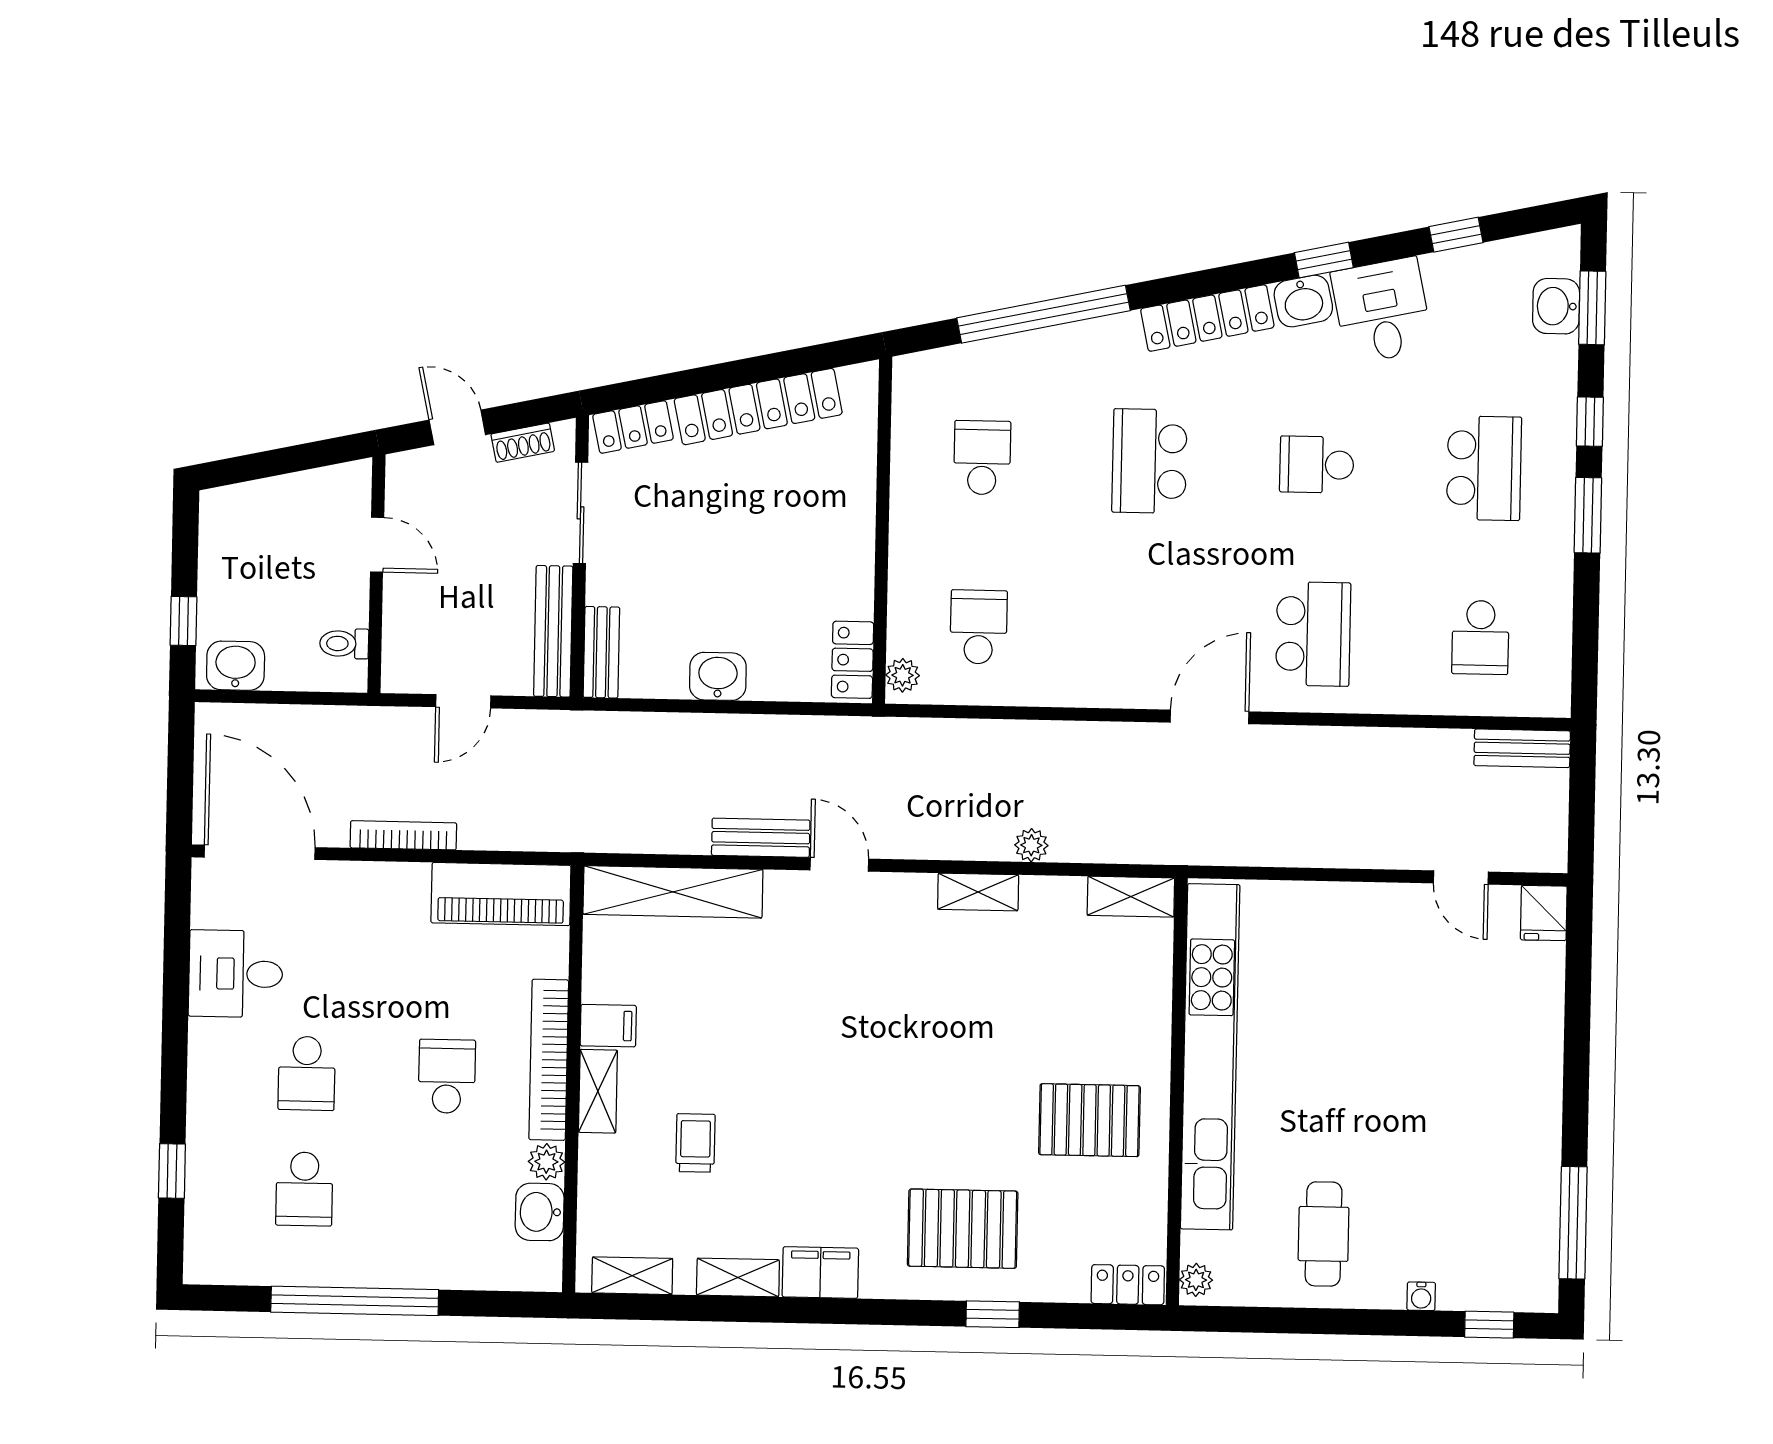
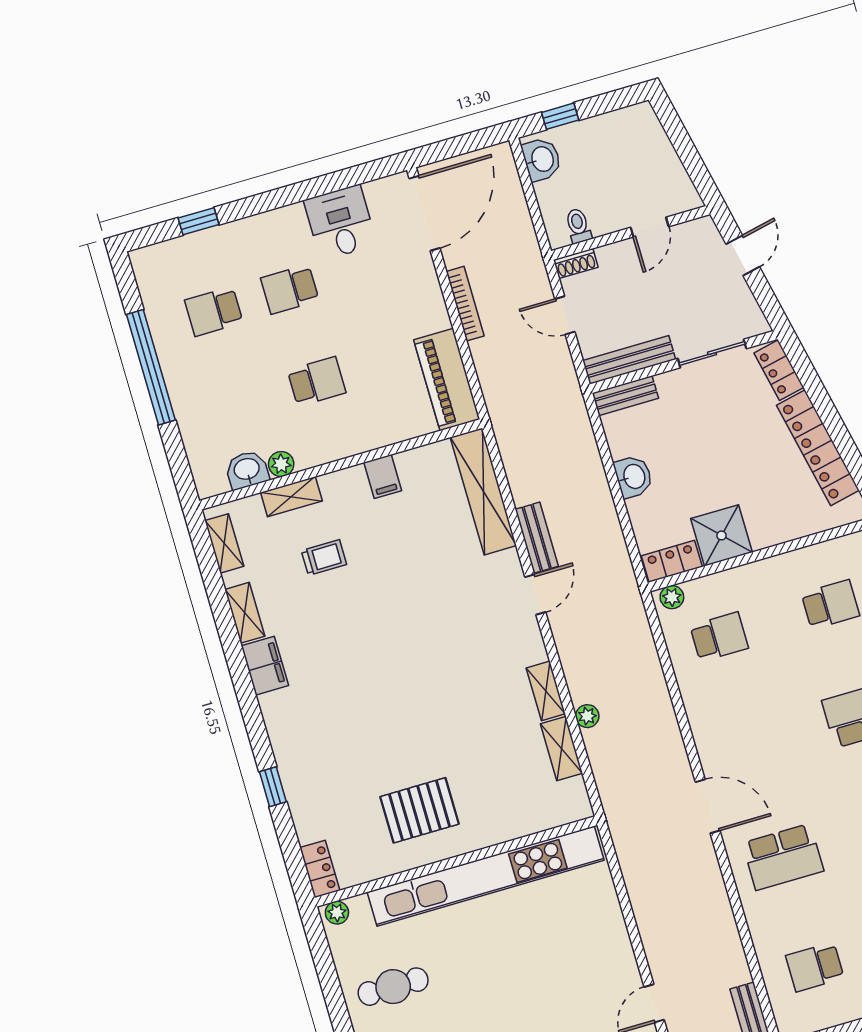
shoe rack: (523, 443) -> (576, 263), moved, turned -78
shower: (838, 579) -> (721, 535), added
shelving: (1131, 897) -> (561, 748), moved
bookcase: (549, 1060) -> (348, 445), removed
shelving: (598, 1091) -> (291, 497), moved
pallet: (1089, 1120) -> (420, 810), turned 90
pallet: (963, 1229) -> (323, 750), removed

